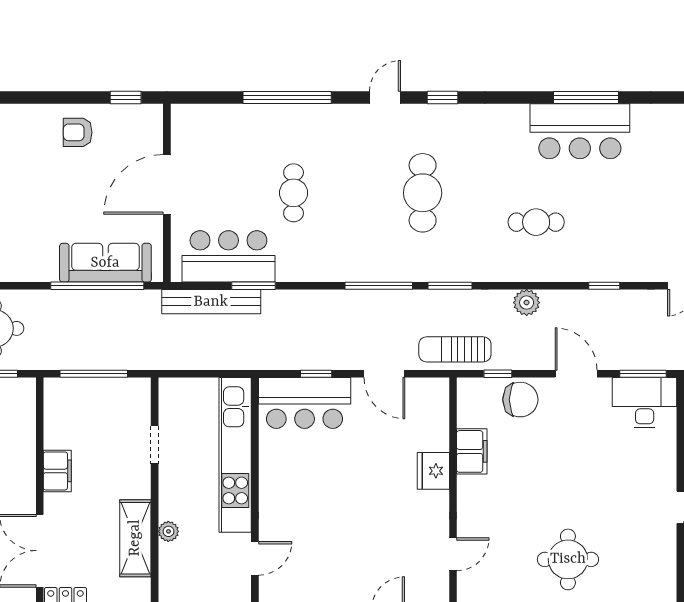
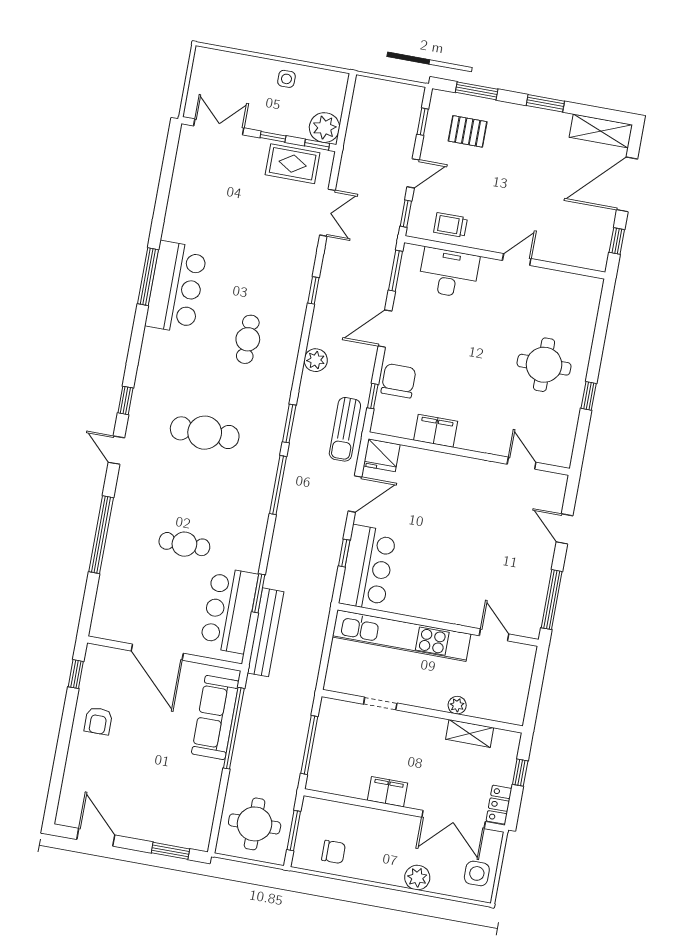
desk: (645, 403) -> (449, 273), moved, turned 90
fridge: (433, 471) -> (382, 455), moved
shelving: (135, 538) -> (470, 733), width x0.67, depth x0.75

